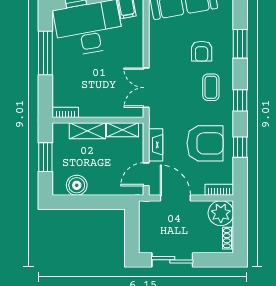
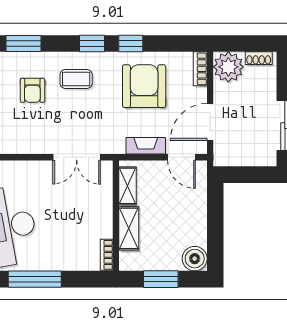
armchair: (202, 51) -> (32, 90), turned 90
window: (240, 147) -> (131, 44), moved
boiler: (77, 185) -> (195, 259), moved

